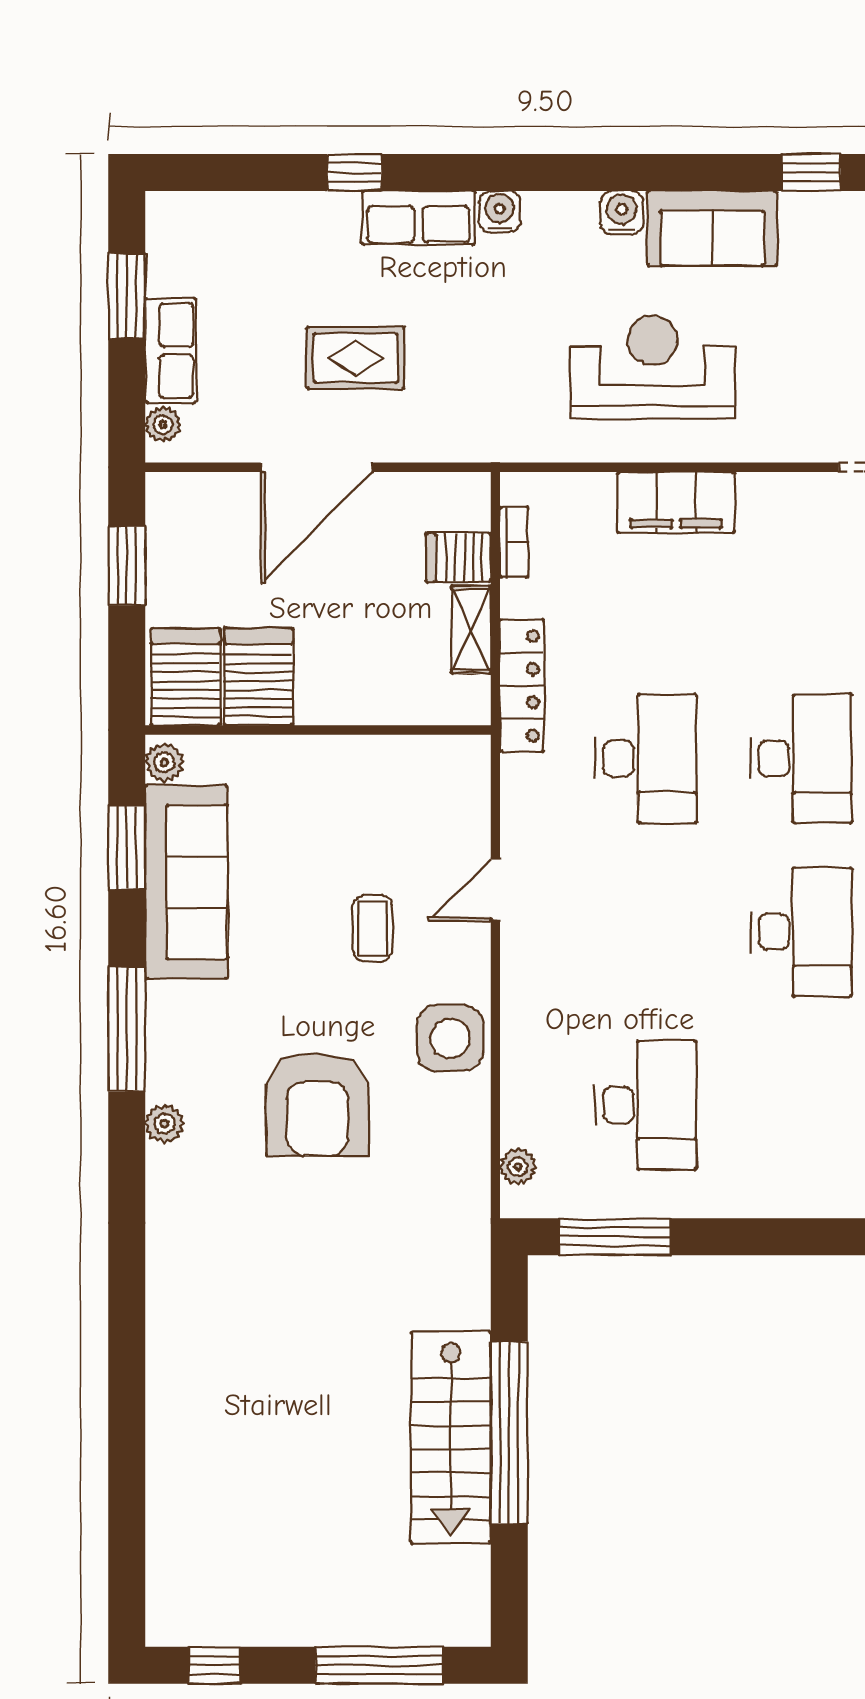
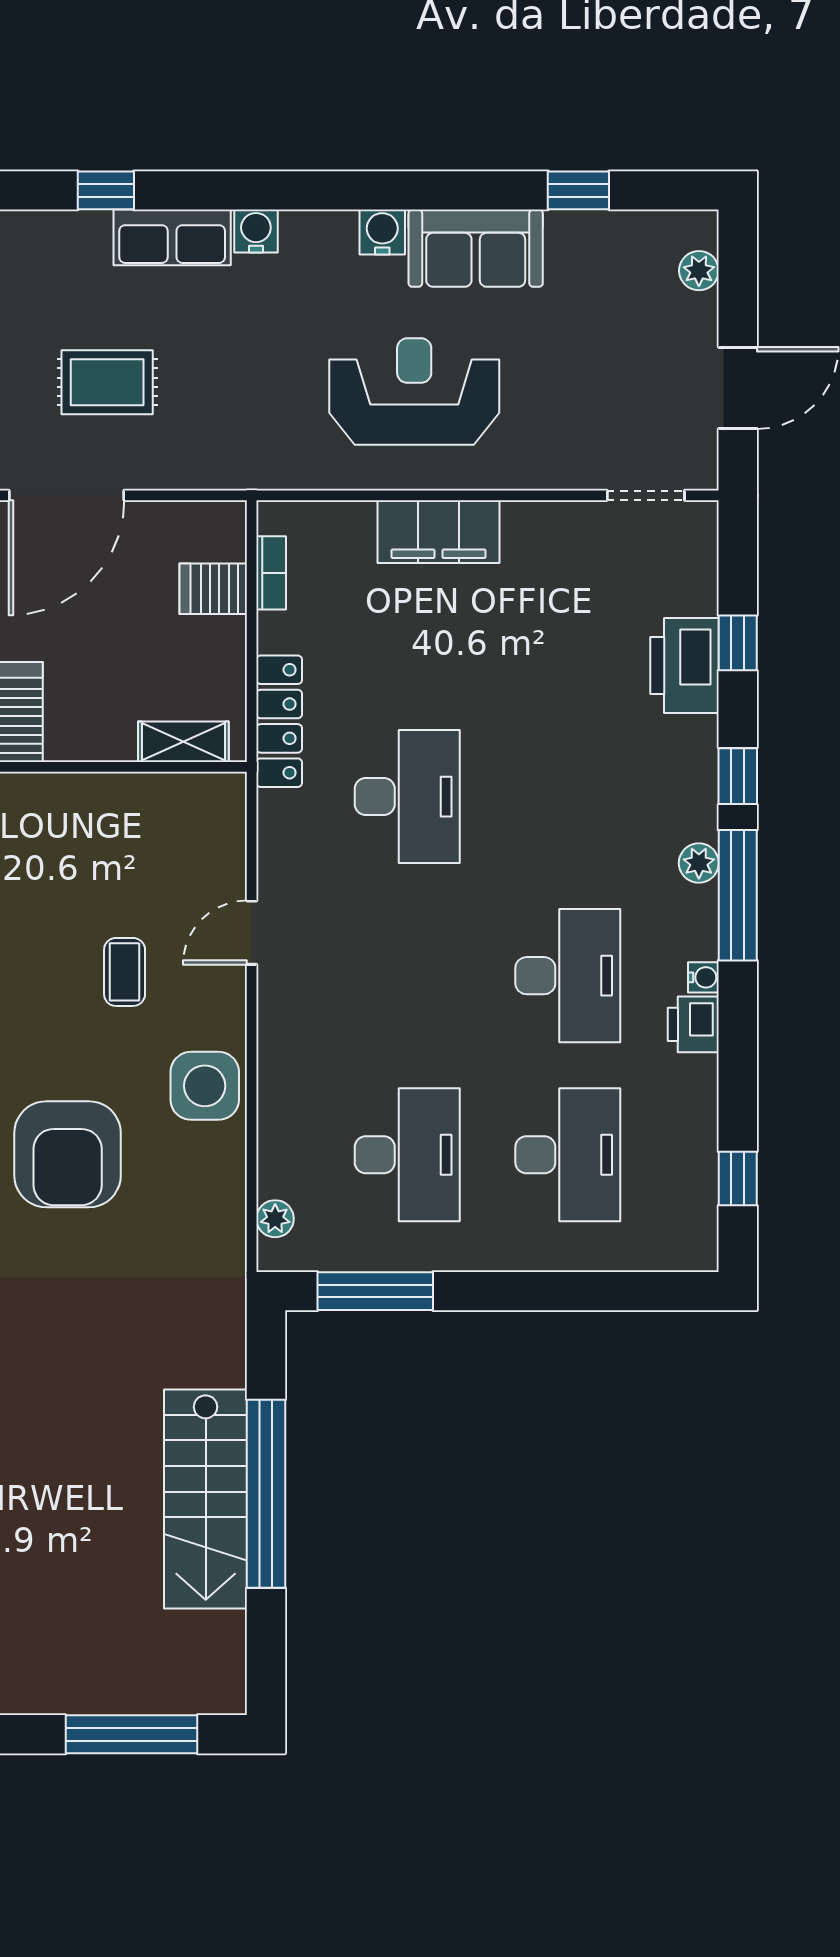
shelving: (471, 630) -> (183, 742), moved, turned 90
desk: (801, 759) -> (568, 1155), moved

